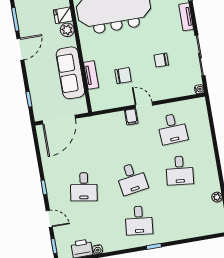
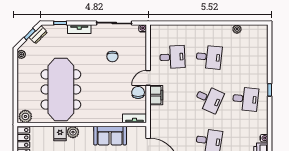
sofa: (70, 73) -> (110, 136), width x0.73
tv unit: (91, 75) -> (134, 118), moved
chair: (123, 76) -> (138, 92), moved
filing cabinet: (131, 117) -> (156, 95), width x2.00
desk: (132, 179) -> (209, 99), turned 33

